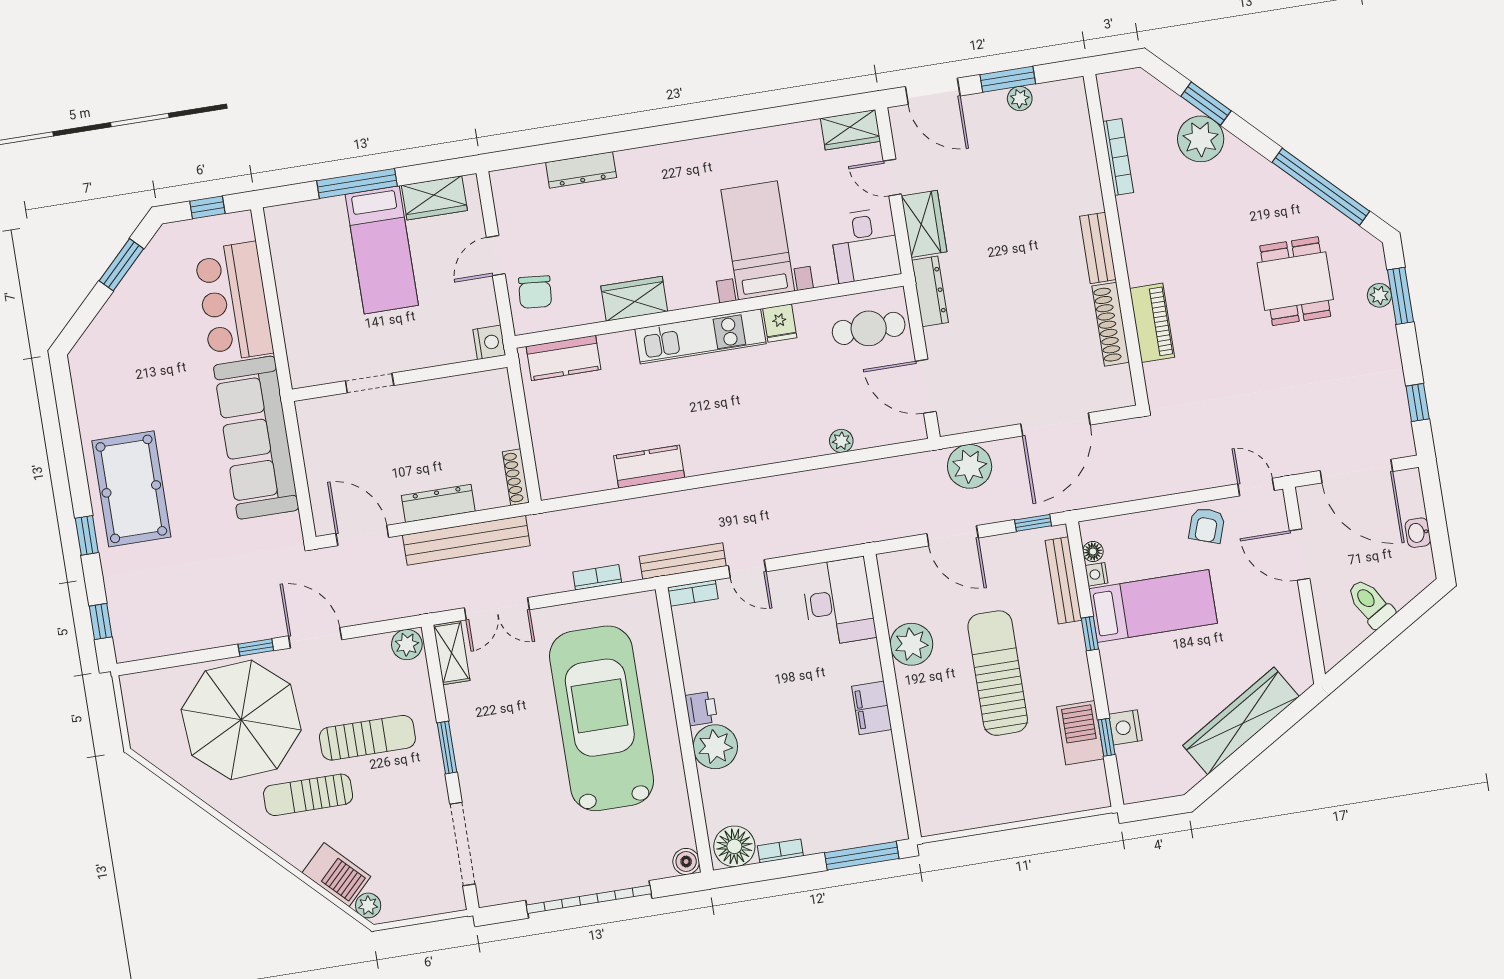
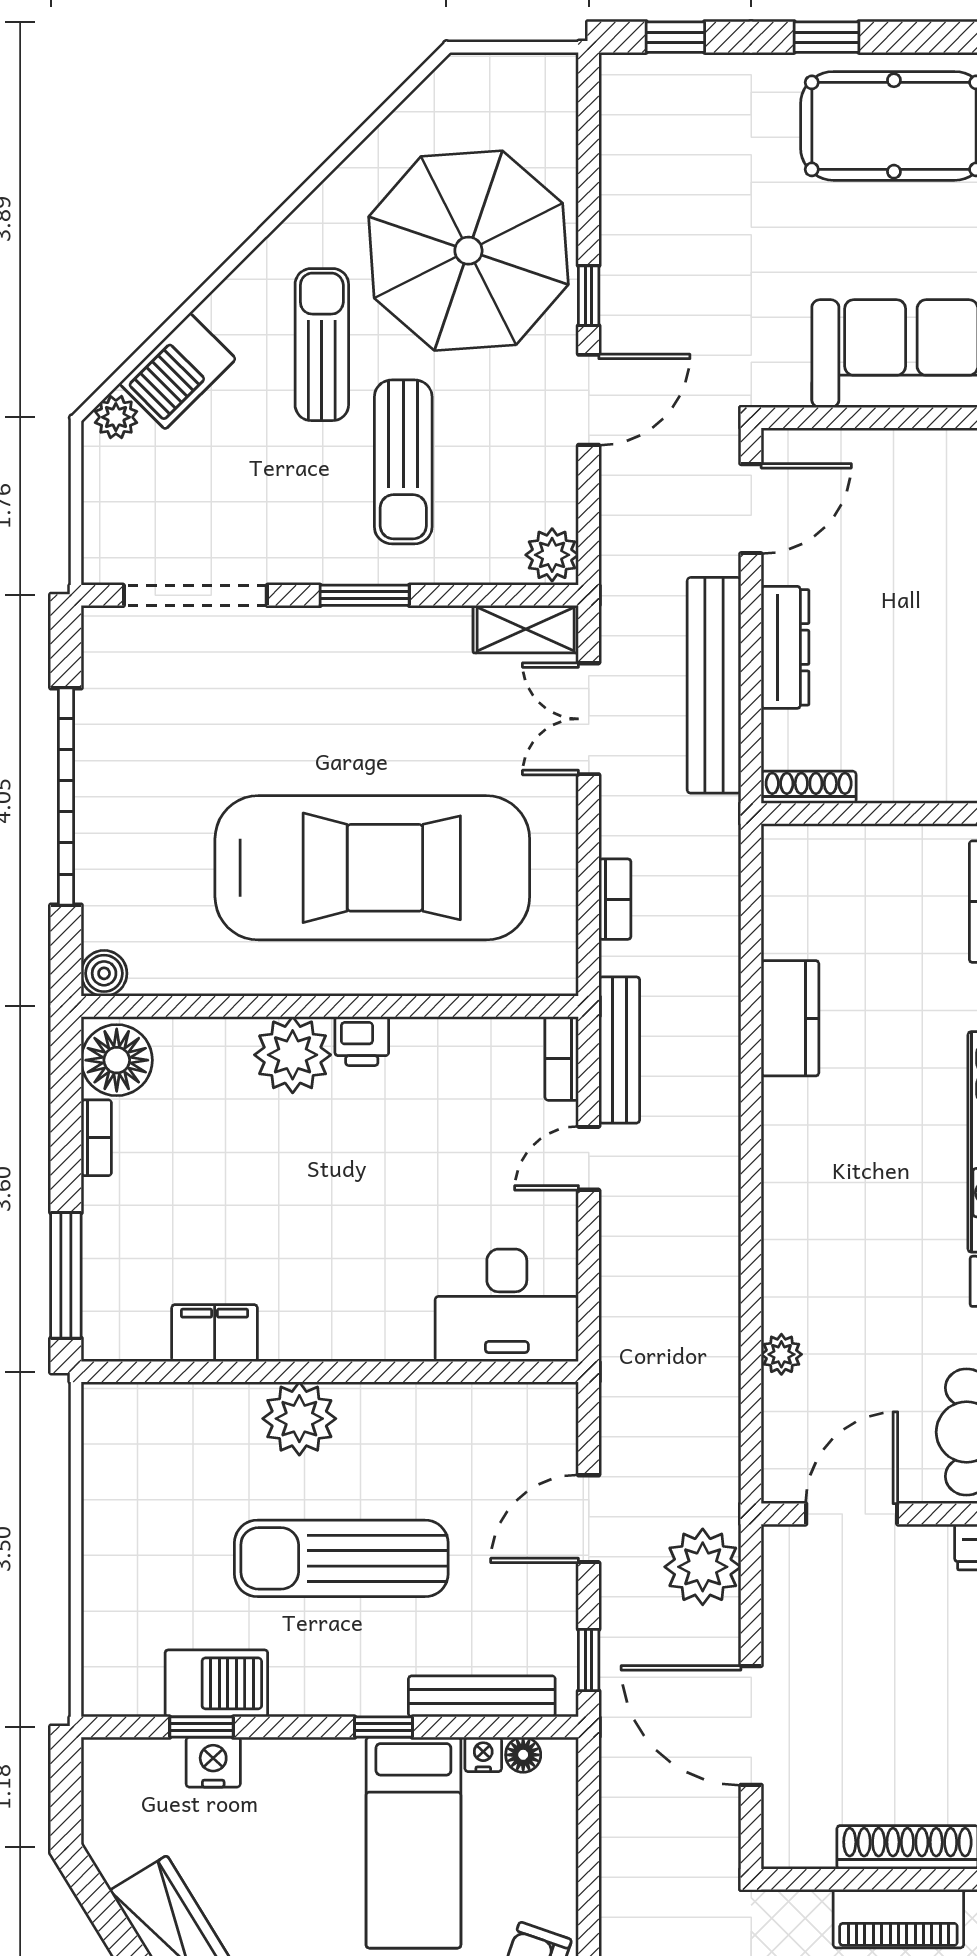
plant: (911, 644) -> (299, 1419), moved
sun lounger: (998, 673) -> (341, 1558), turned 180
filing cabinet: (872, 708) -> (215, 1333), moved

